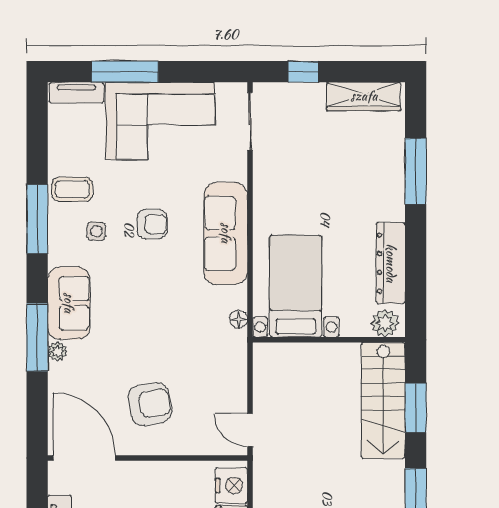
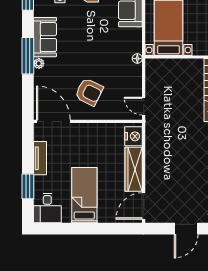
floor lamp: (238, 319) -> (137, 59), moved
armchair: (150, 404) -> (89, 92), turned 36

